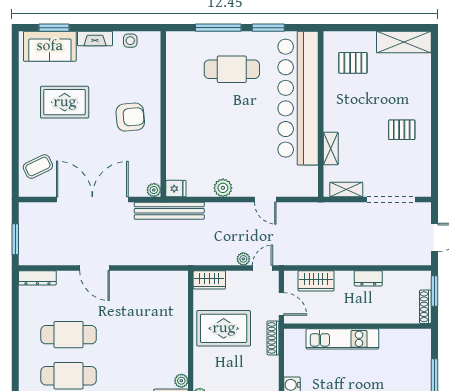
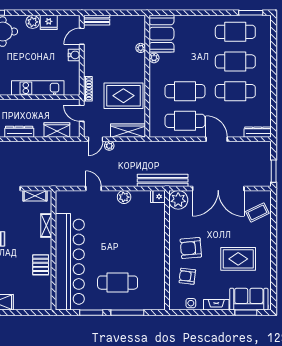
pallet: (353, 63) -> (41, 265), moved, turned 90
armchair: (135, 78) -> (187, 276), added
plant: (154, 190) -> (178, 200), width x1.87, depth x1.87
window: (15, 239) -> (274, 171), moved
dresser: (368, 278) -> (19, 132), width x1.44
wardrobe: (209, 280) -> (128, 131), width x1.50
cafe table: (138, 294) -> (185, 121), added
cafe table: (138, 335) -> (185, 91), added

